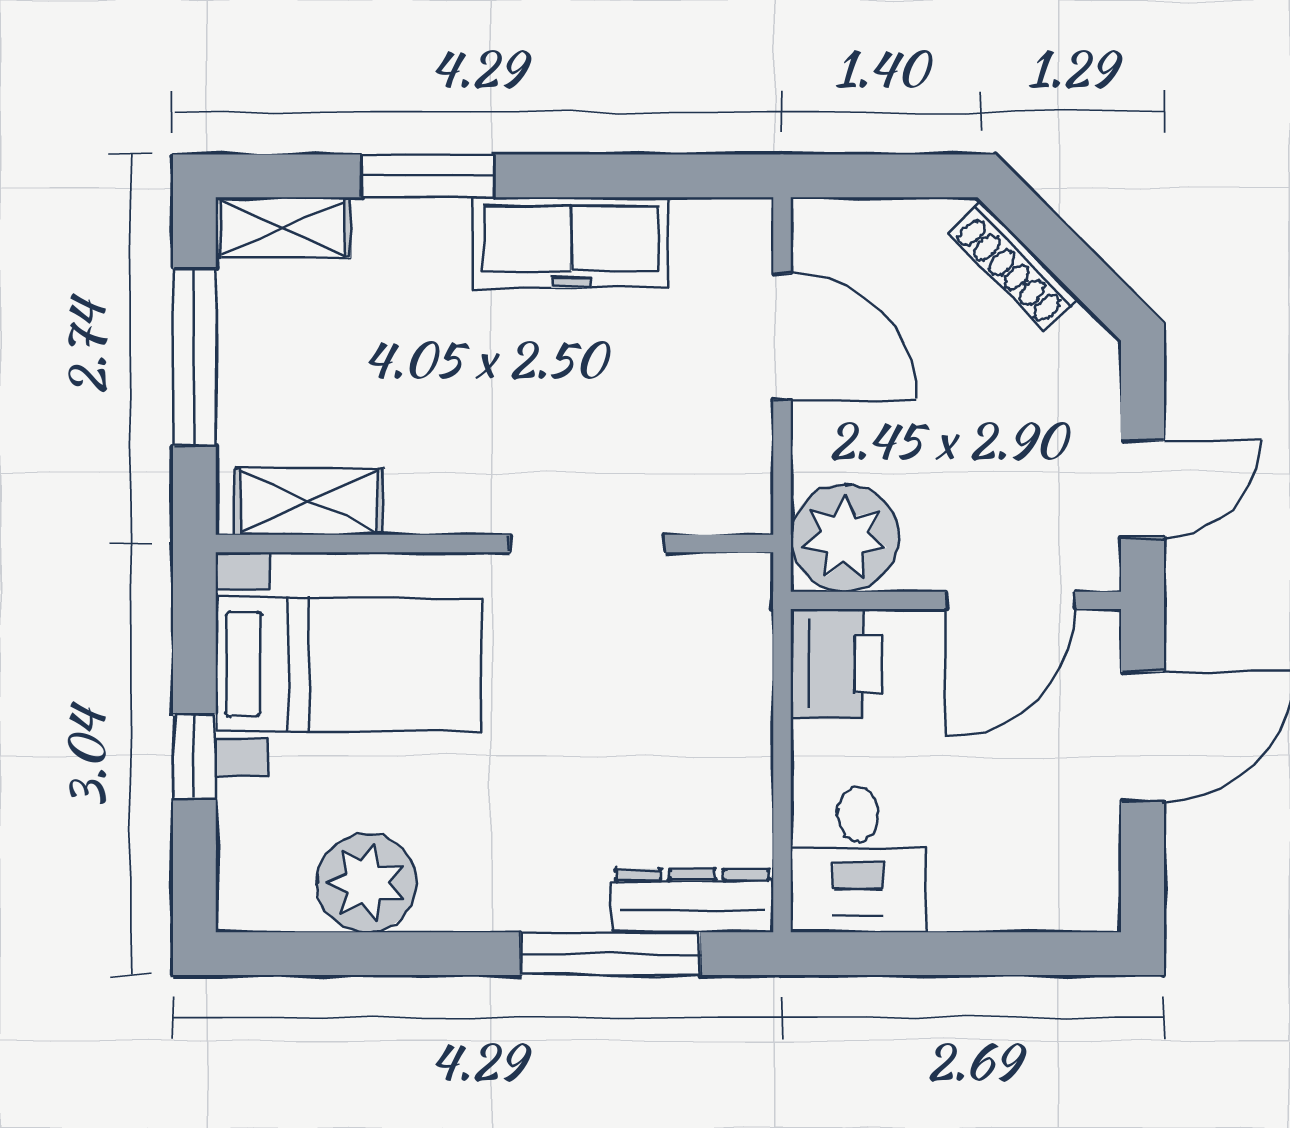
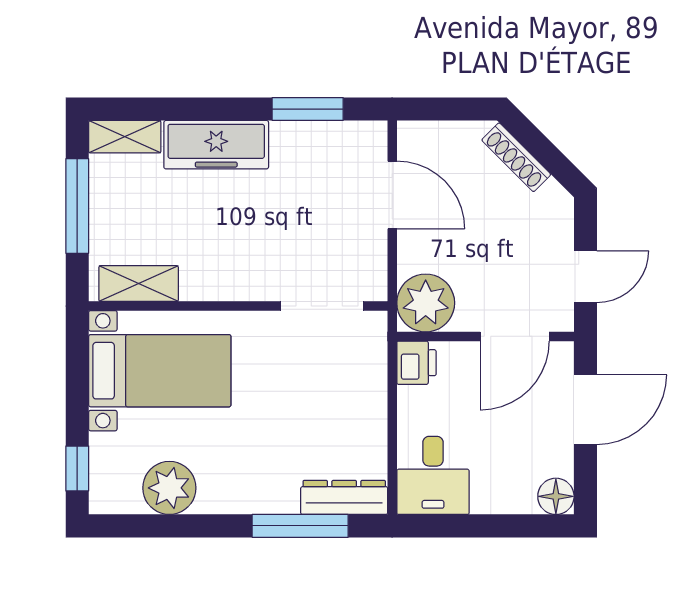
window: (428, 176) -> (308, 109), moved
freezer: (571, 243) -> (216, 145), moved
doorway: (587, 544) -> (322, 306), moved
printer: (836, 664) -> (416, 363), width x0.73, depth x0.81
window: (194, 757) -> (77, 468), moved
floor lamp: (1087, 899) -> (556, 496), added

